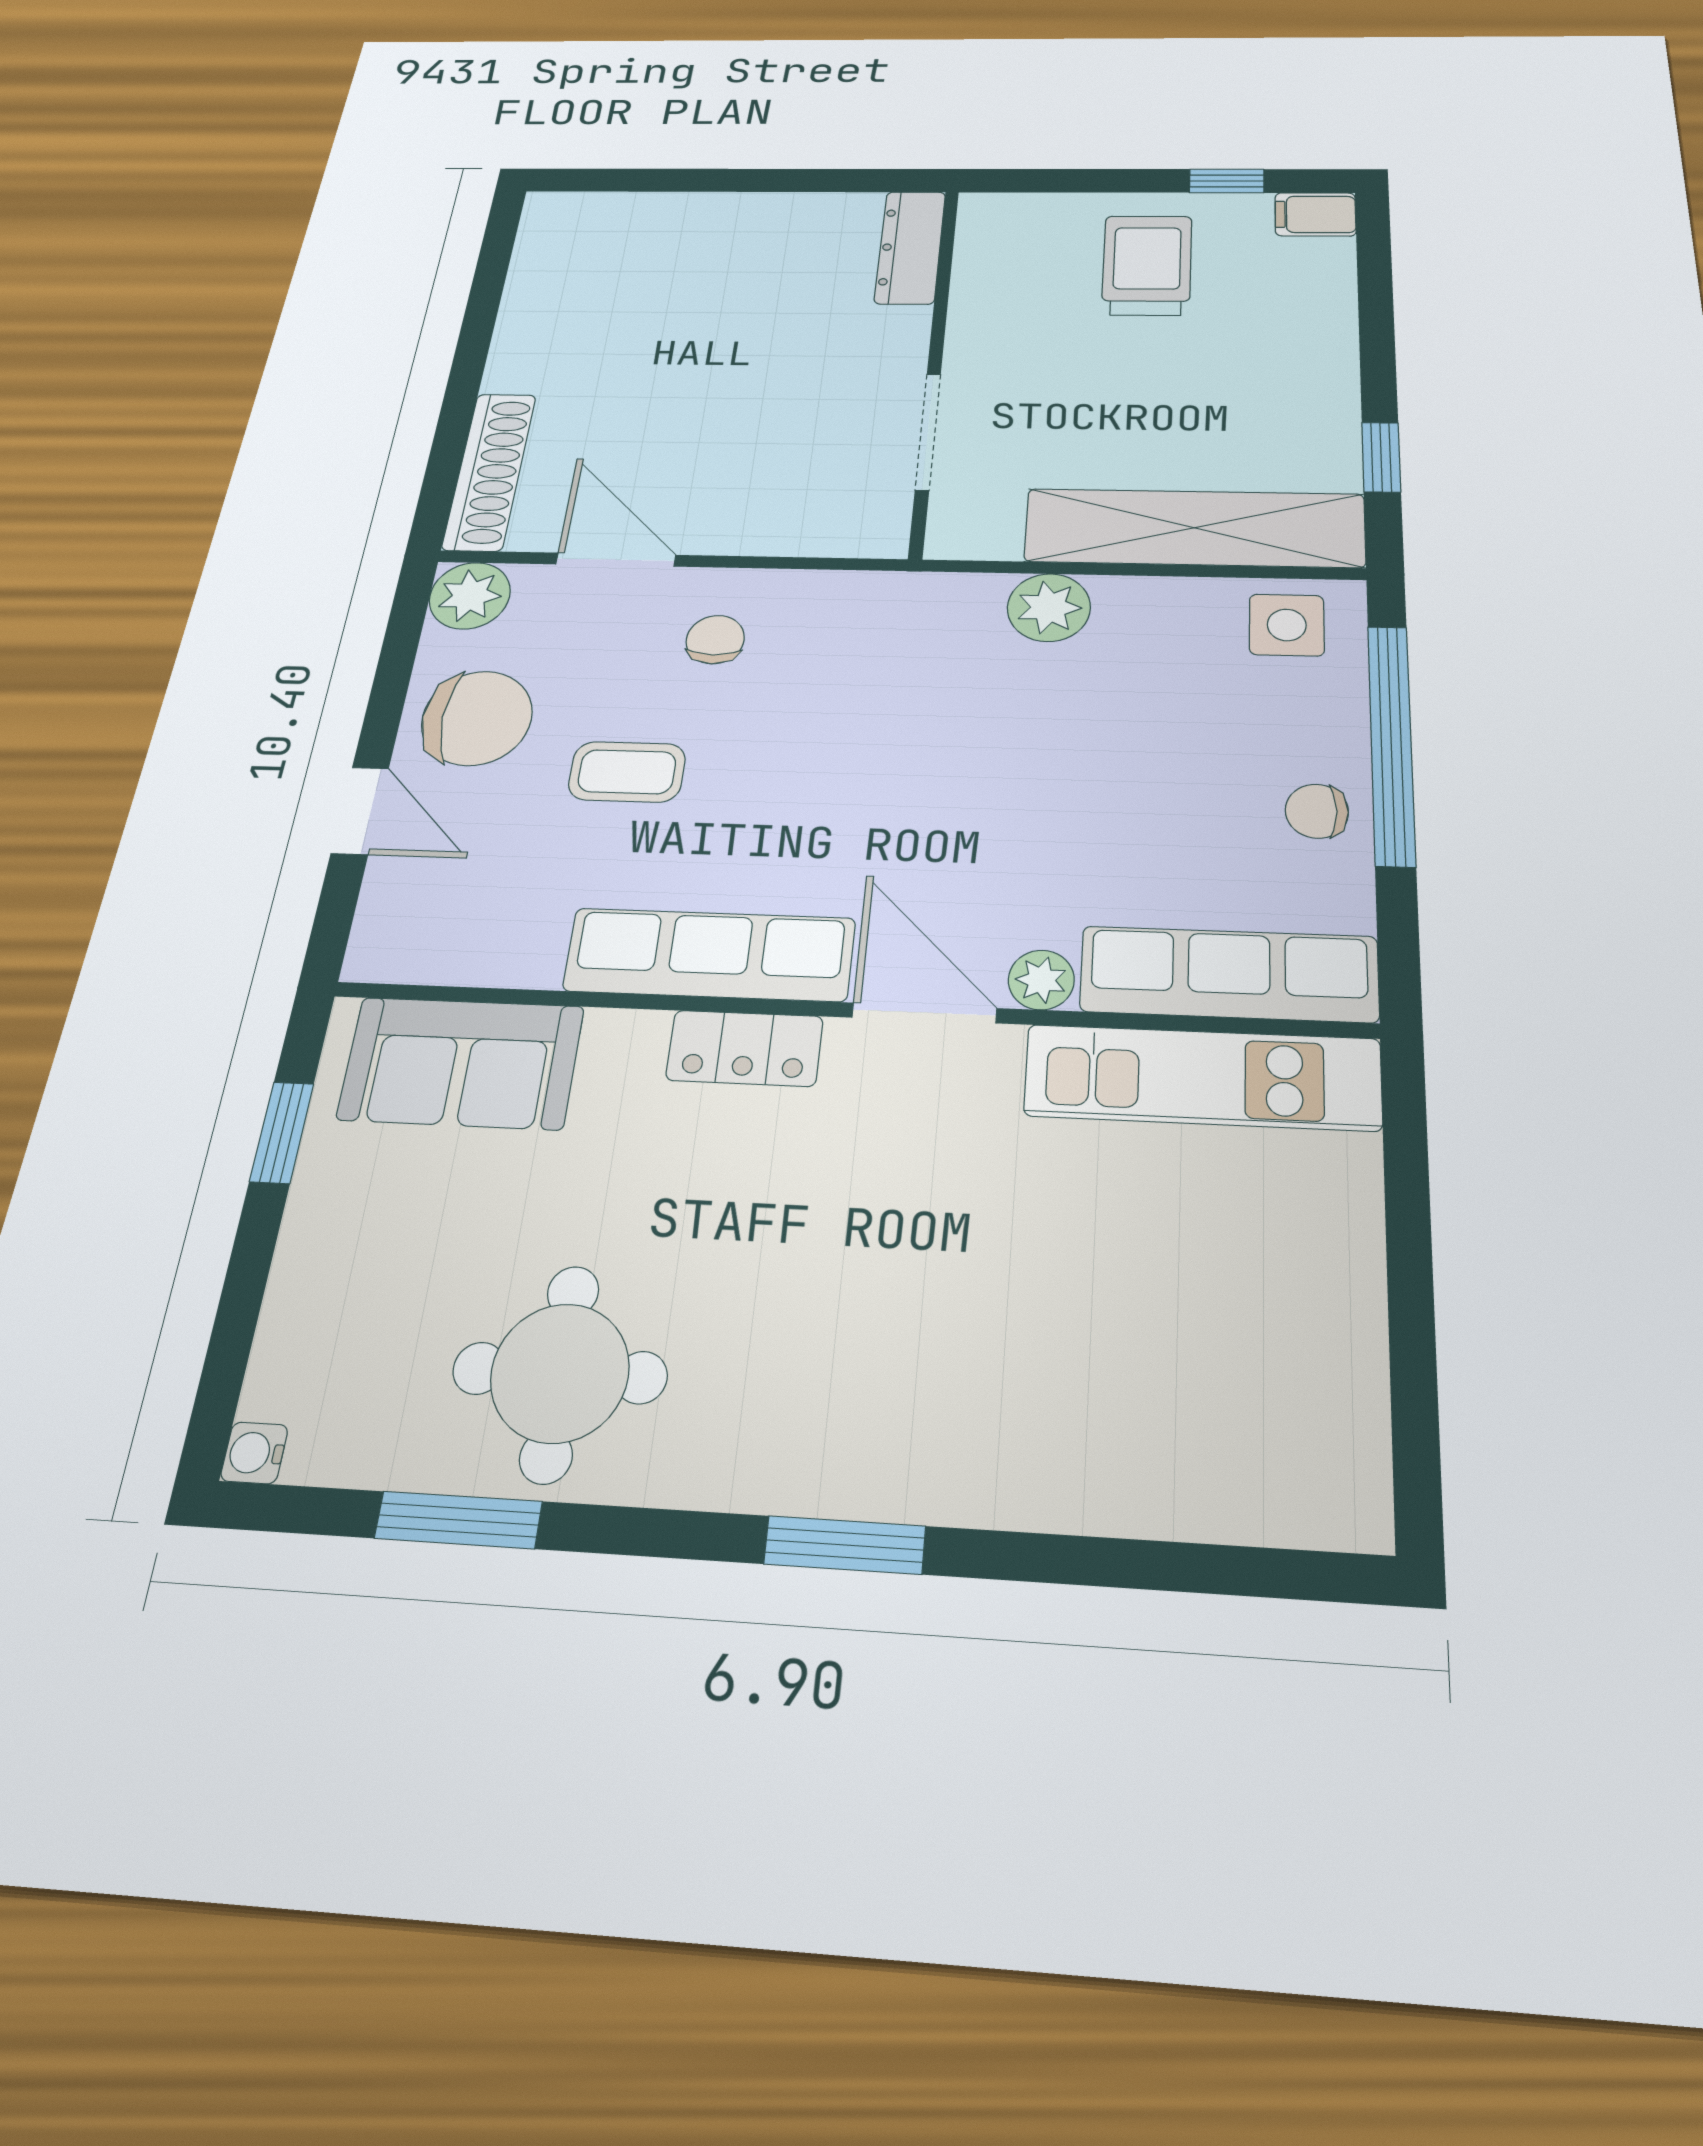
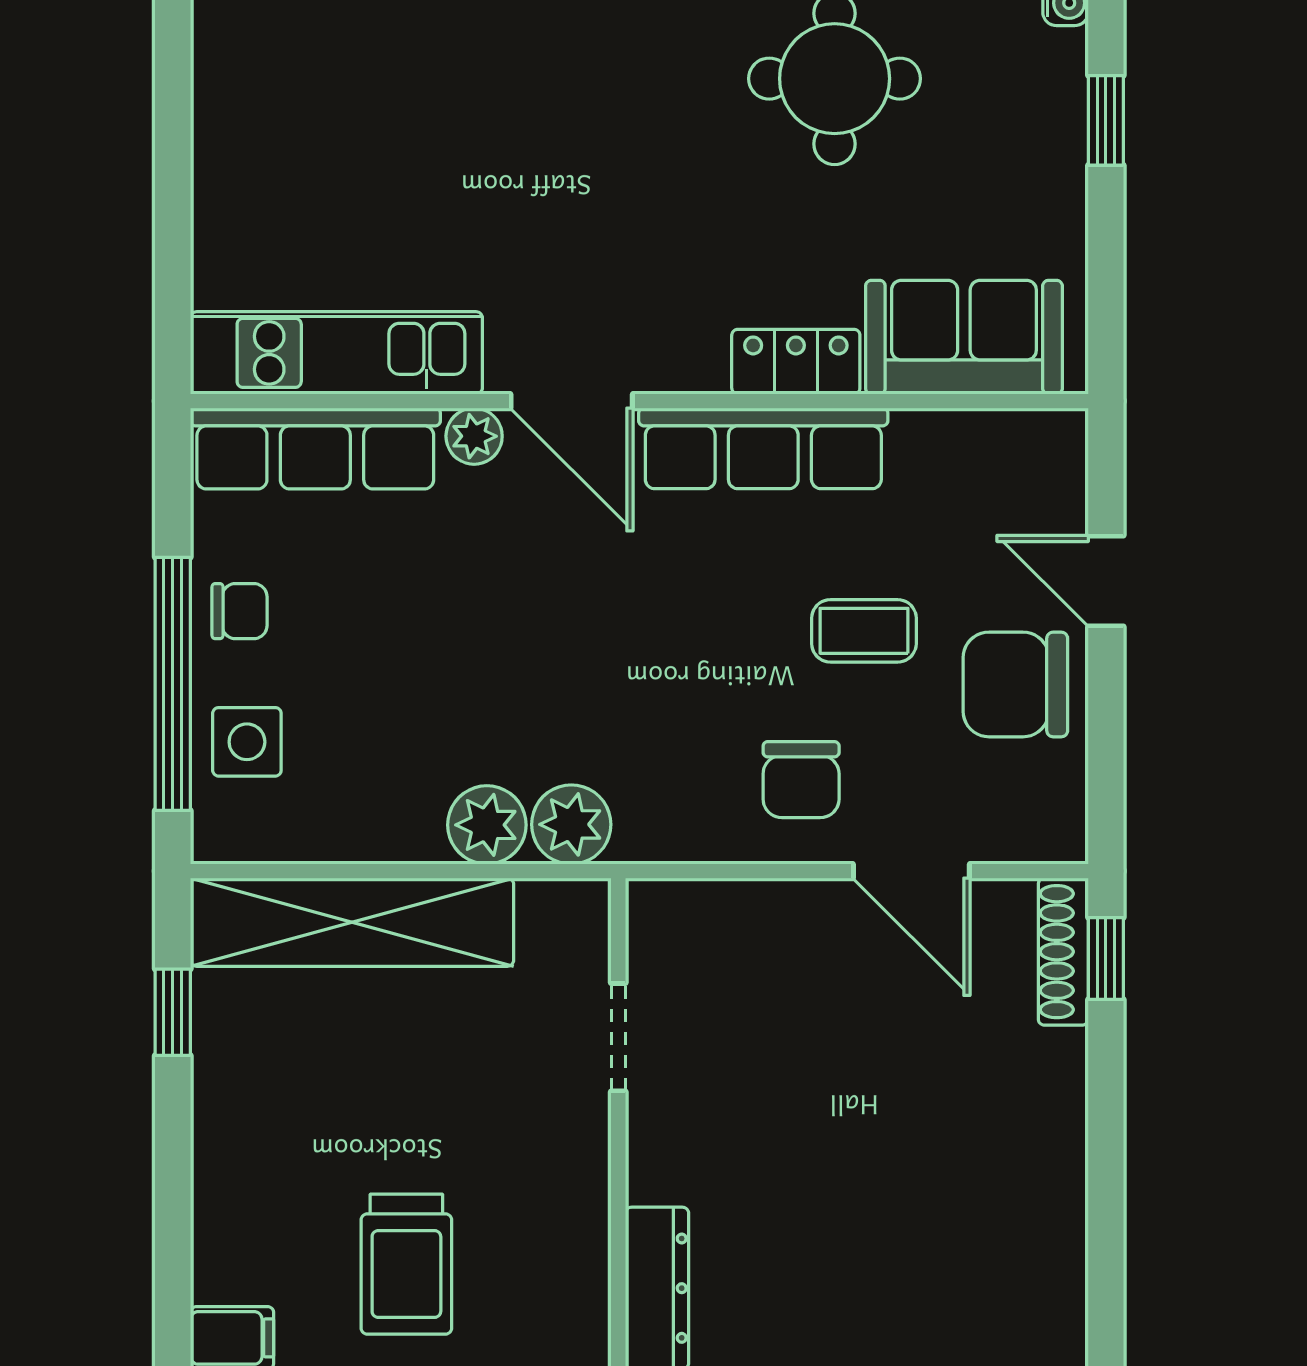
doorway: (928, 431) -> (618, 1037), width x0.73
shoe rack: (490, 471) -> (1063, 952), width x0.74, depth x0.81
window: (439, 486) -> (1106, 958), added
plant: (470, 596) -> (571, 824), moved
side table: (1287, 625) -> (247, 742), moved
chair: (715, 640) -> (801, 780), width x1.37, depth x1.37
locker: (745, 1048) -> (796, 362), moved
window: (282, 1132) -> (1106, 120), moved

